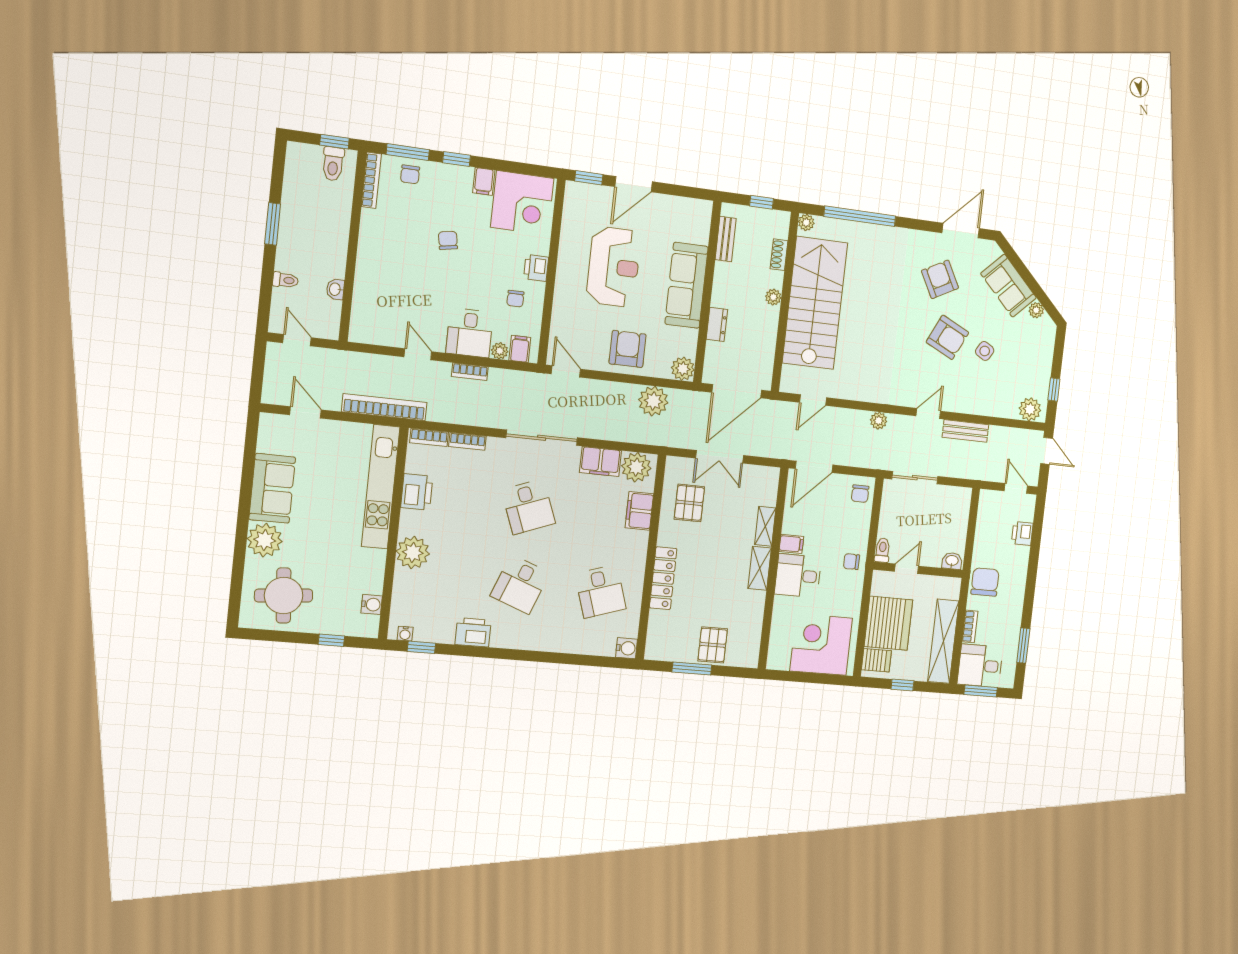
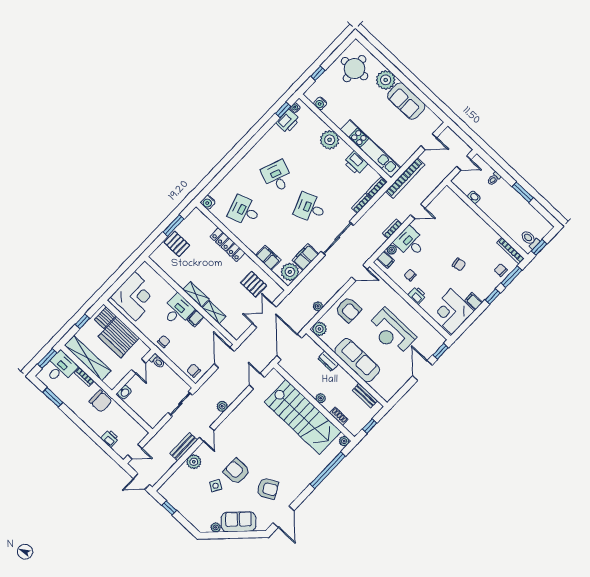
armchair: (947, 337) -> (237, 471), turned 64
plant: (653, 401) -> (318, 306), width x0.53, depth x0.53
plant: (1030, 409) -> (194, 462), moved
printer: (473, 632) -> (288, 121), moved

